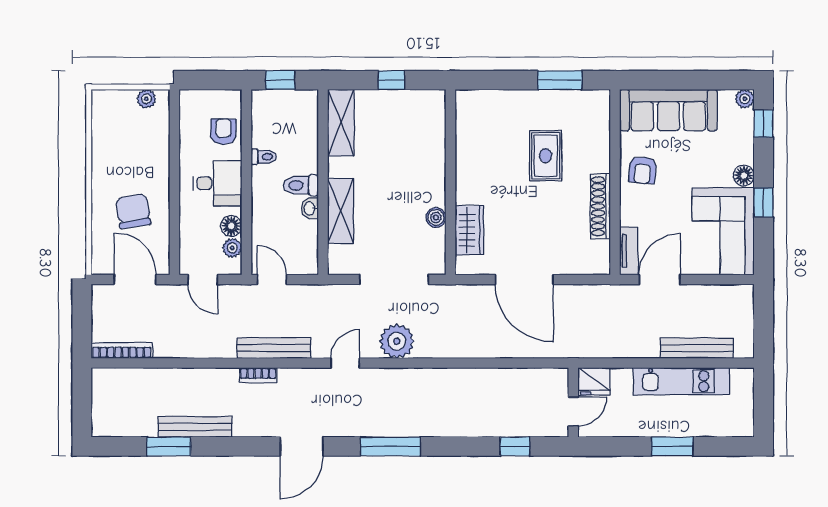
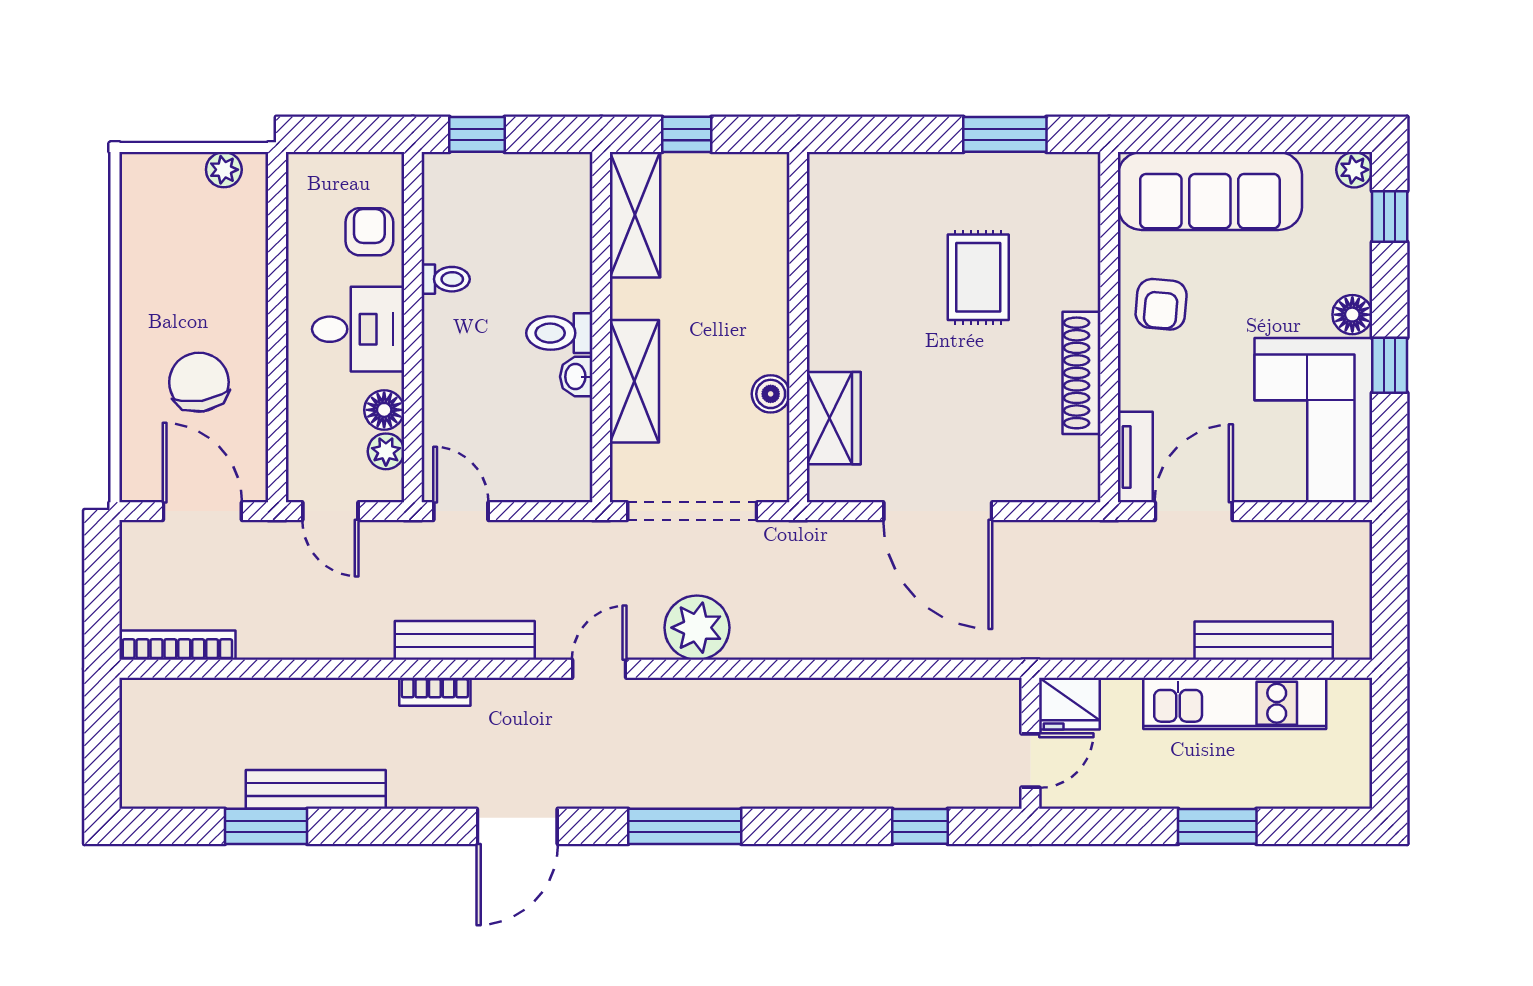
shelving: (341, 123) -> (635, 215), moved
wall: (323, 182) -> (601, 327), moved
toilet: (301, 185) -> (559, 333), moved
washbasin: (310, 208) -> (576, 377), moved
shelving: (341, 211) -> (634, 381), moved

